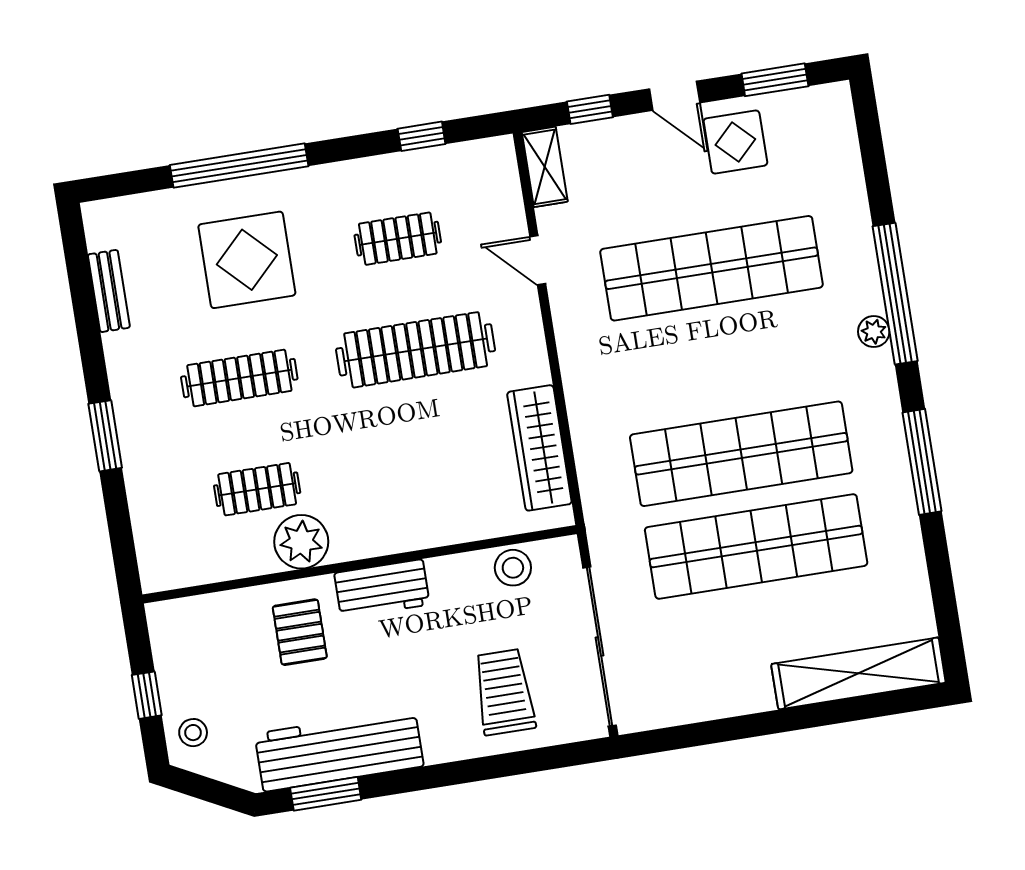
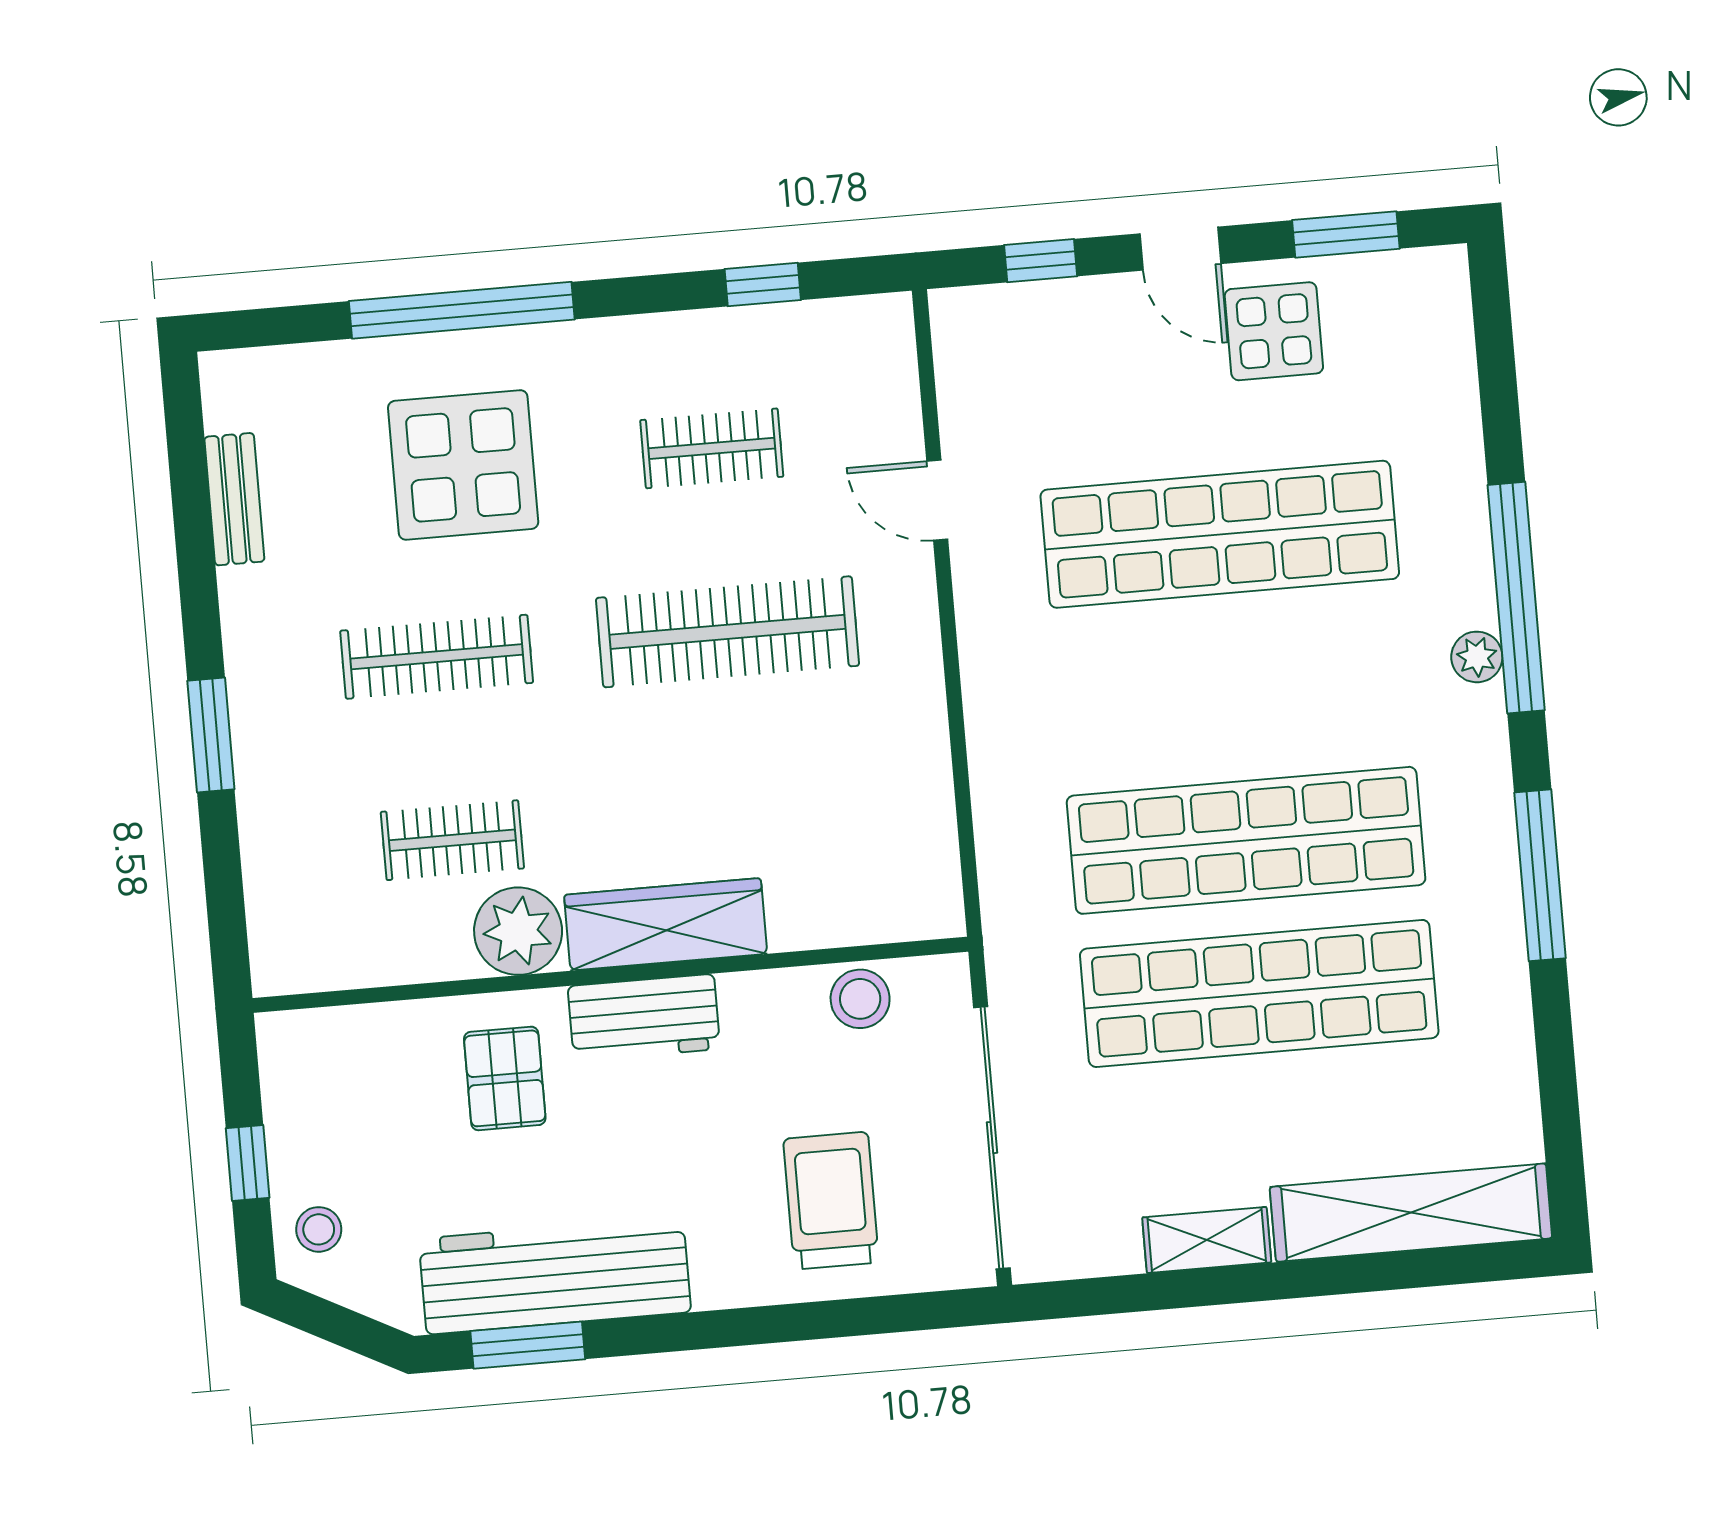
shelving: (545, 167) -> (1207, 1240), moved, turned 90
wardrobe: (539, 448) -> (666, 924), moved, turned 90

